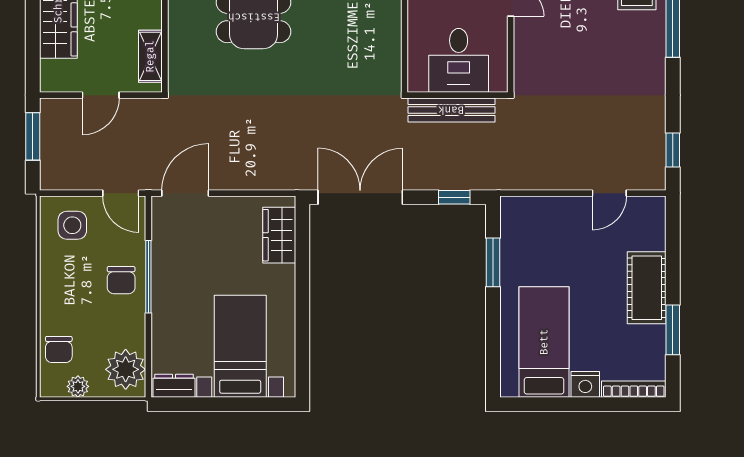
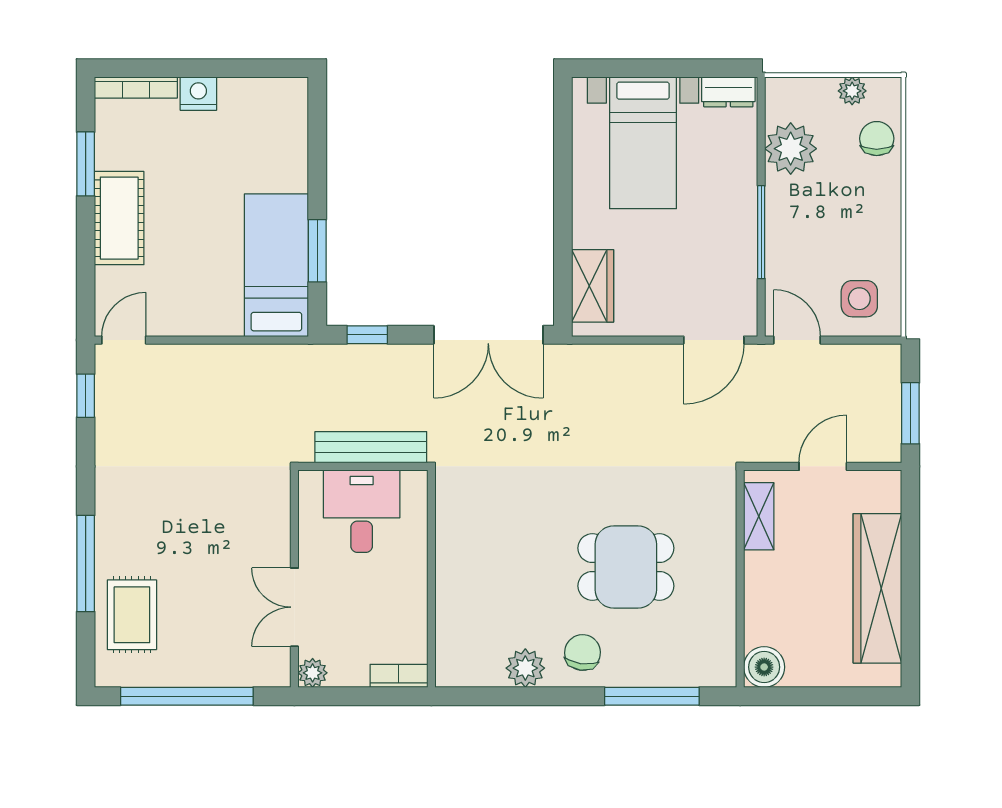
door: (609, 193) -> (124, 340), moved
chair: (121, 280) -> (796, 228), removed
bed: (544, 342) -> (276, 265), moved, turned 180
plant: (126, 369) -> (791, 149), moved

